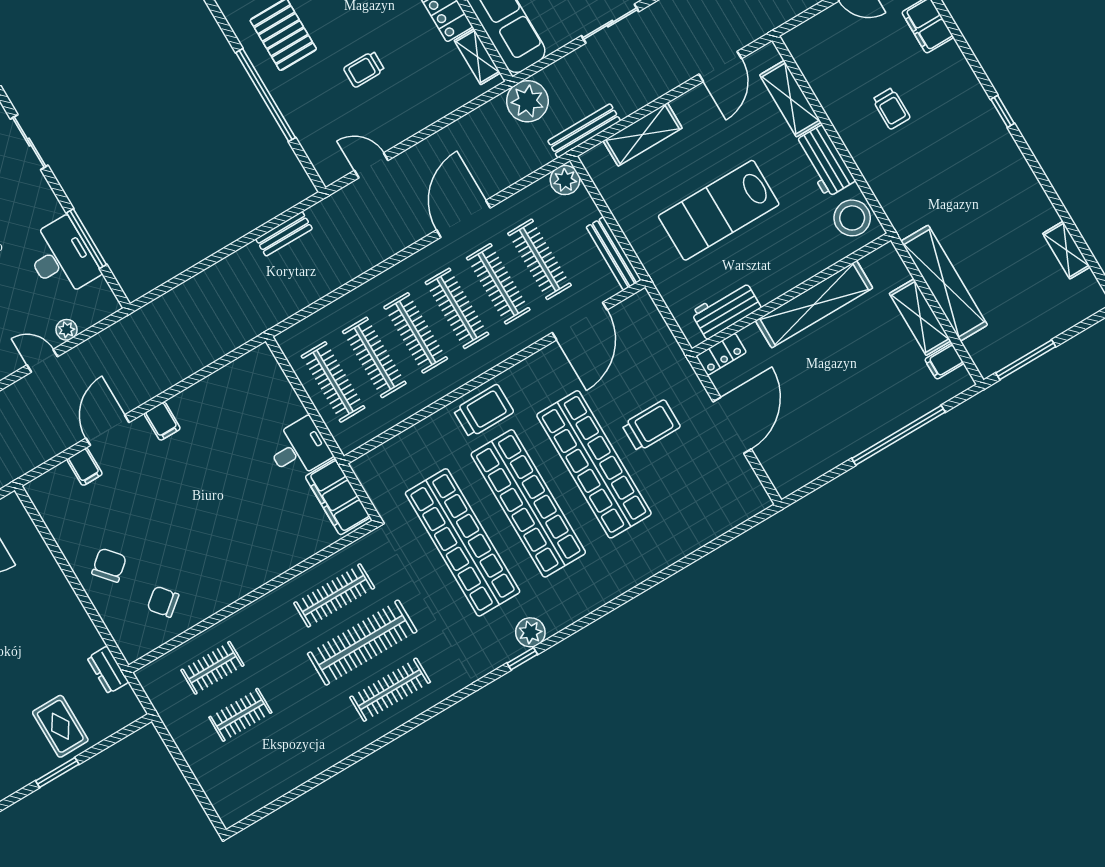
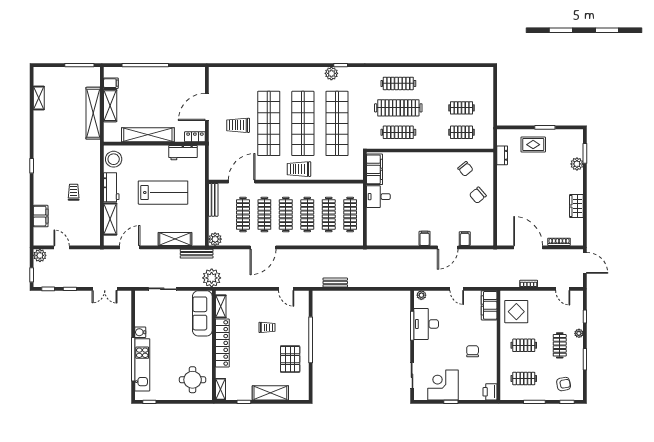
plant: (67, 330) -> (421, 295), moved
rug: (60, 726) -> (533, 145), turned 90

